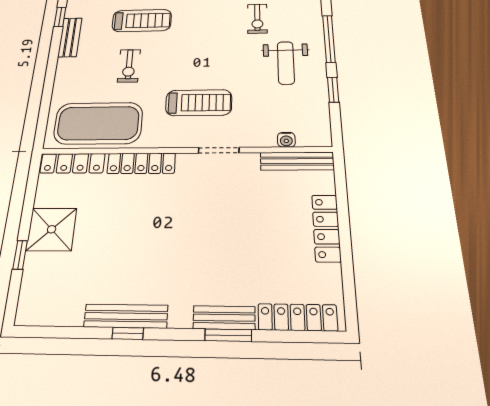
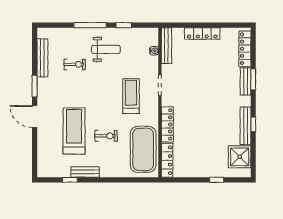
treadmill: (142, 21) -> (74, 131), width x1.37, depth x1.38
shower: (52, 229) -> (240, 157), moved

